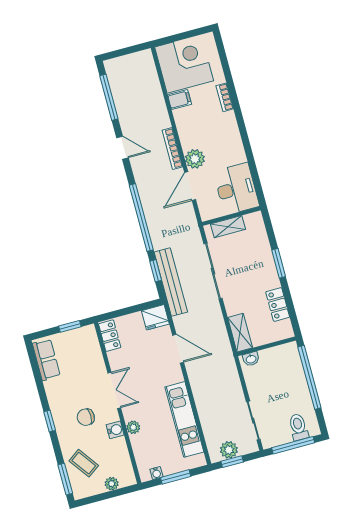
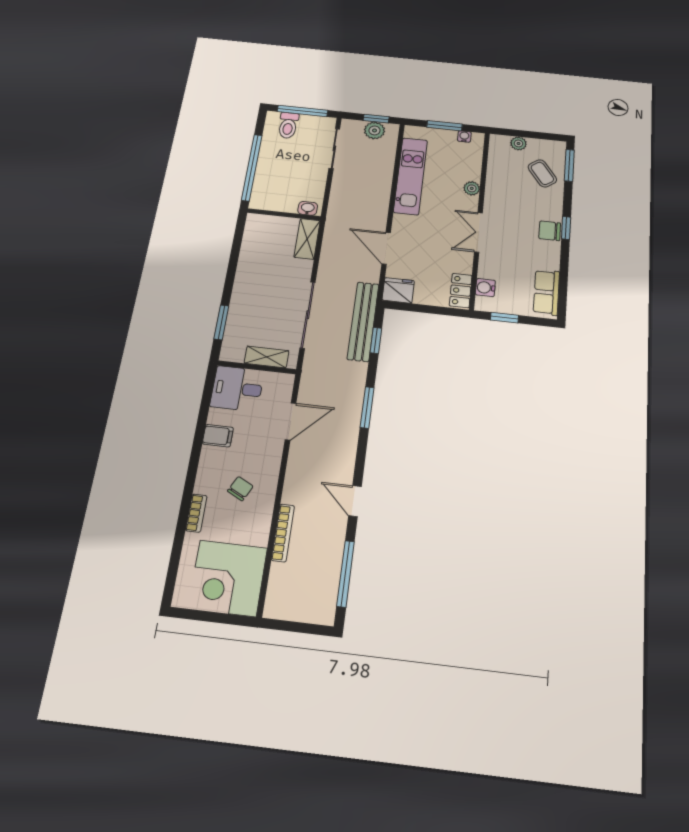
filing cabinet: (180, 99) -> (218, 436), moved, turned 180
chair: (203, 125) -> (240, 489), added
bookcase: (172, 149) -> (283, 533), moved
plant: (195, 159) -> (270, 452), removed
desk: (236, 189) -> (237, 389), width x0.73
window: (141, 218) -> (367, 407), width x0.47
window: (279, 263) -> (221, 322), moved
locker: (278, 304) -> (250, 252), removed
chair: (86, 417) -> (550, 231), moved, turned 180
water cooler: (115, 430) -> (485, 288), moved

